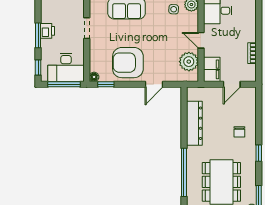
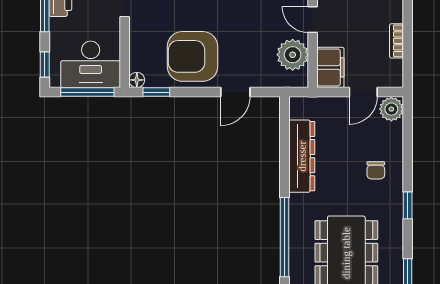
plant: (249, 95) -> (391, 109), added

